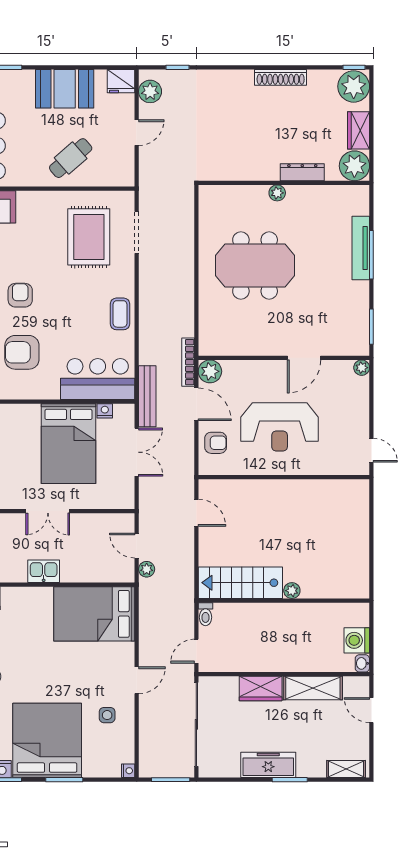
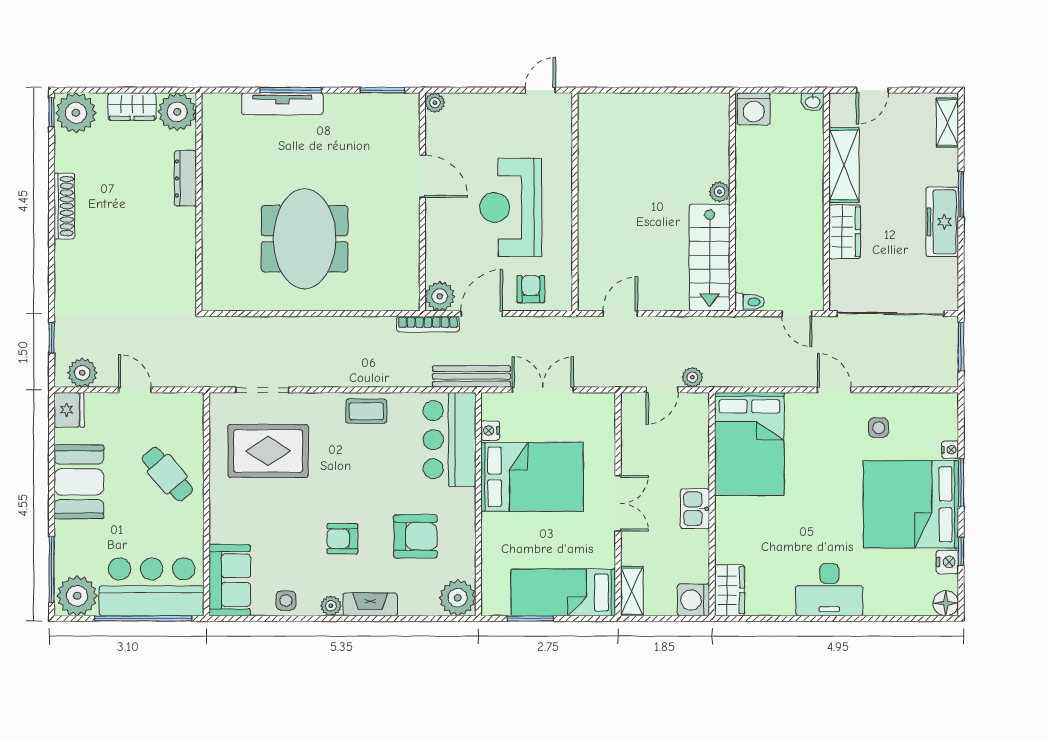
plant: (277, 193) -> (212, 210), removed
armchair: (22, 352) -> (415, 536), turned -90
reception desk: (280, 427) -> (511, 207), turned 180
washing machine: (357, 640) -> (754, 109), moved
nightstand: (128, 771) -> (950, 450), moved, turned 90

